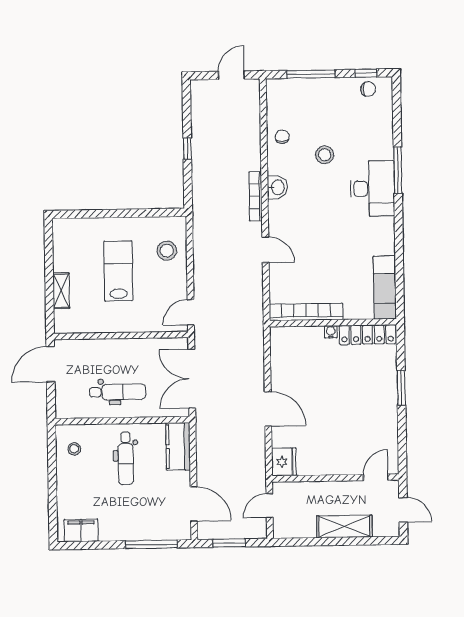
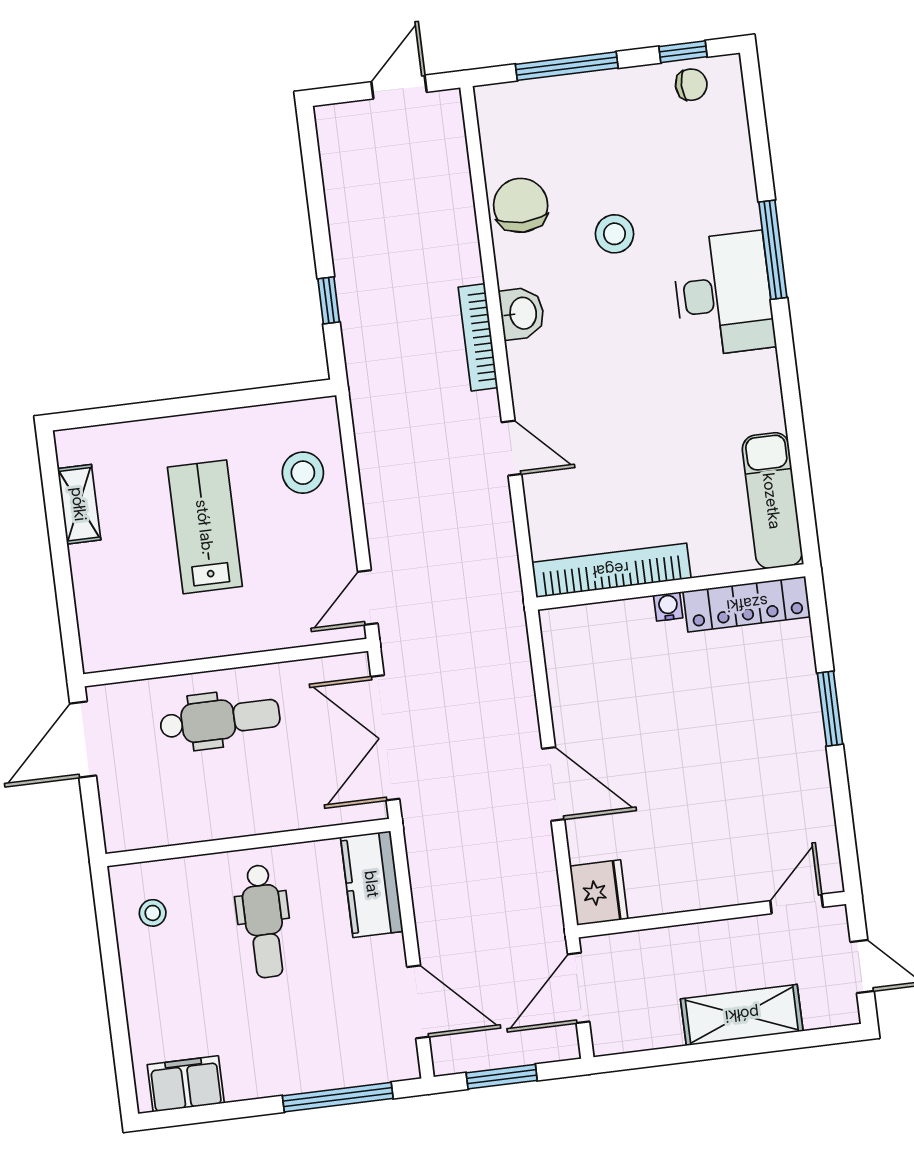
chair: (282, 137) -> (521, 205), width x1.87, depth x1.87
window: (187, 148) -> (329, 300), moved
shelving: (61, 291) -> (79, 504), moved
dental chair: (118, 392) -> (220, 720), moved
door: (270, 505) -> (579, 988), width x1.38

